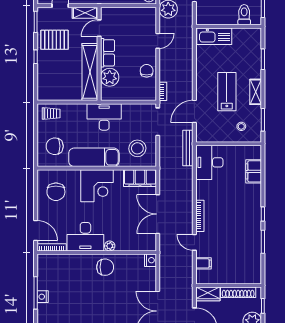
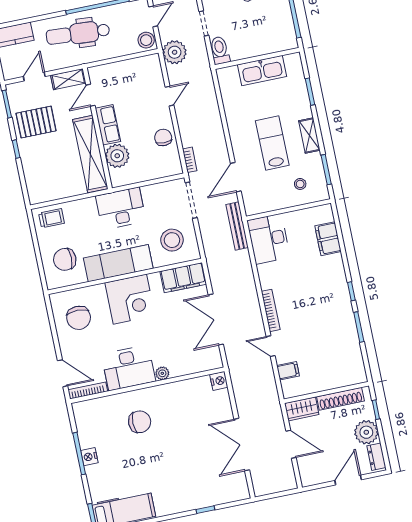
toilet: (244, 15) -> (220, 50), moved
kitchen sink: (214, 36) -> (262, 71), moved
chair: (105, 267) -> (140, 422), moved

